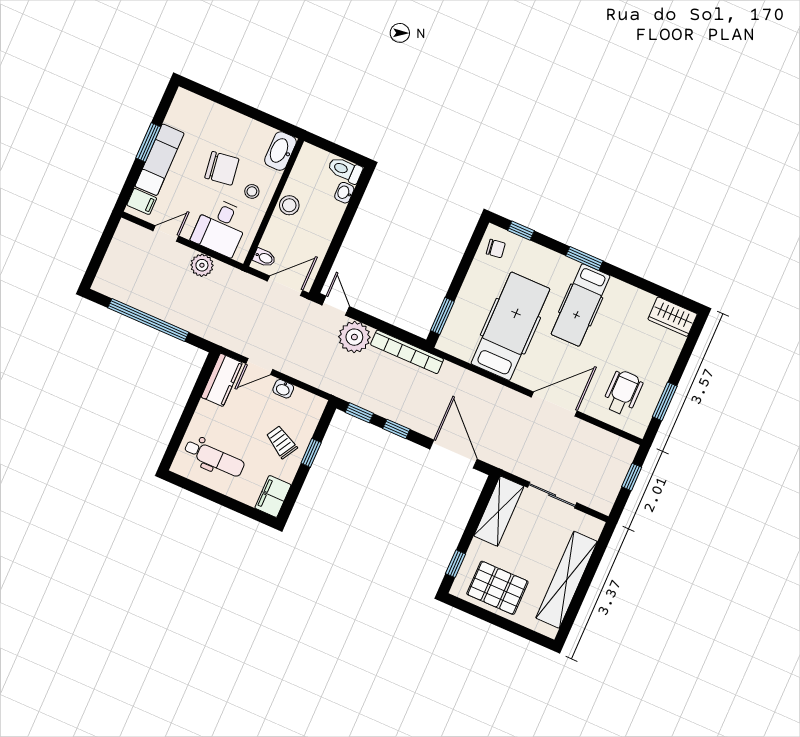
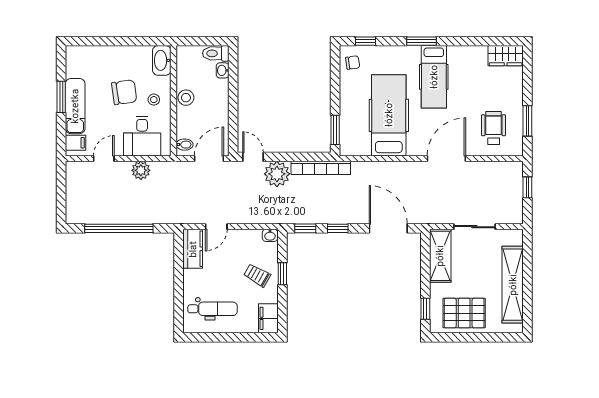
washbasin: (283, 389) -> (270, 235), moved

